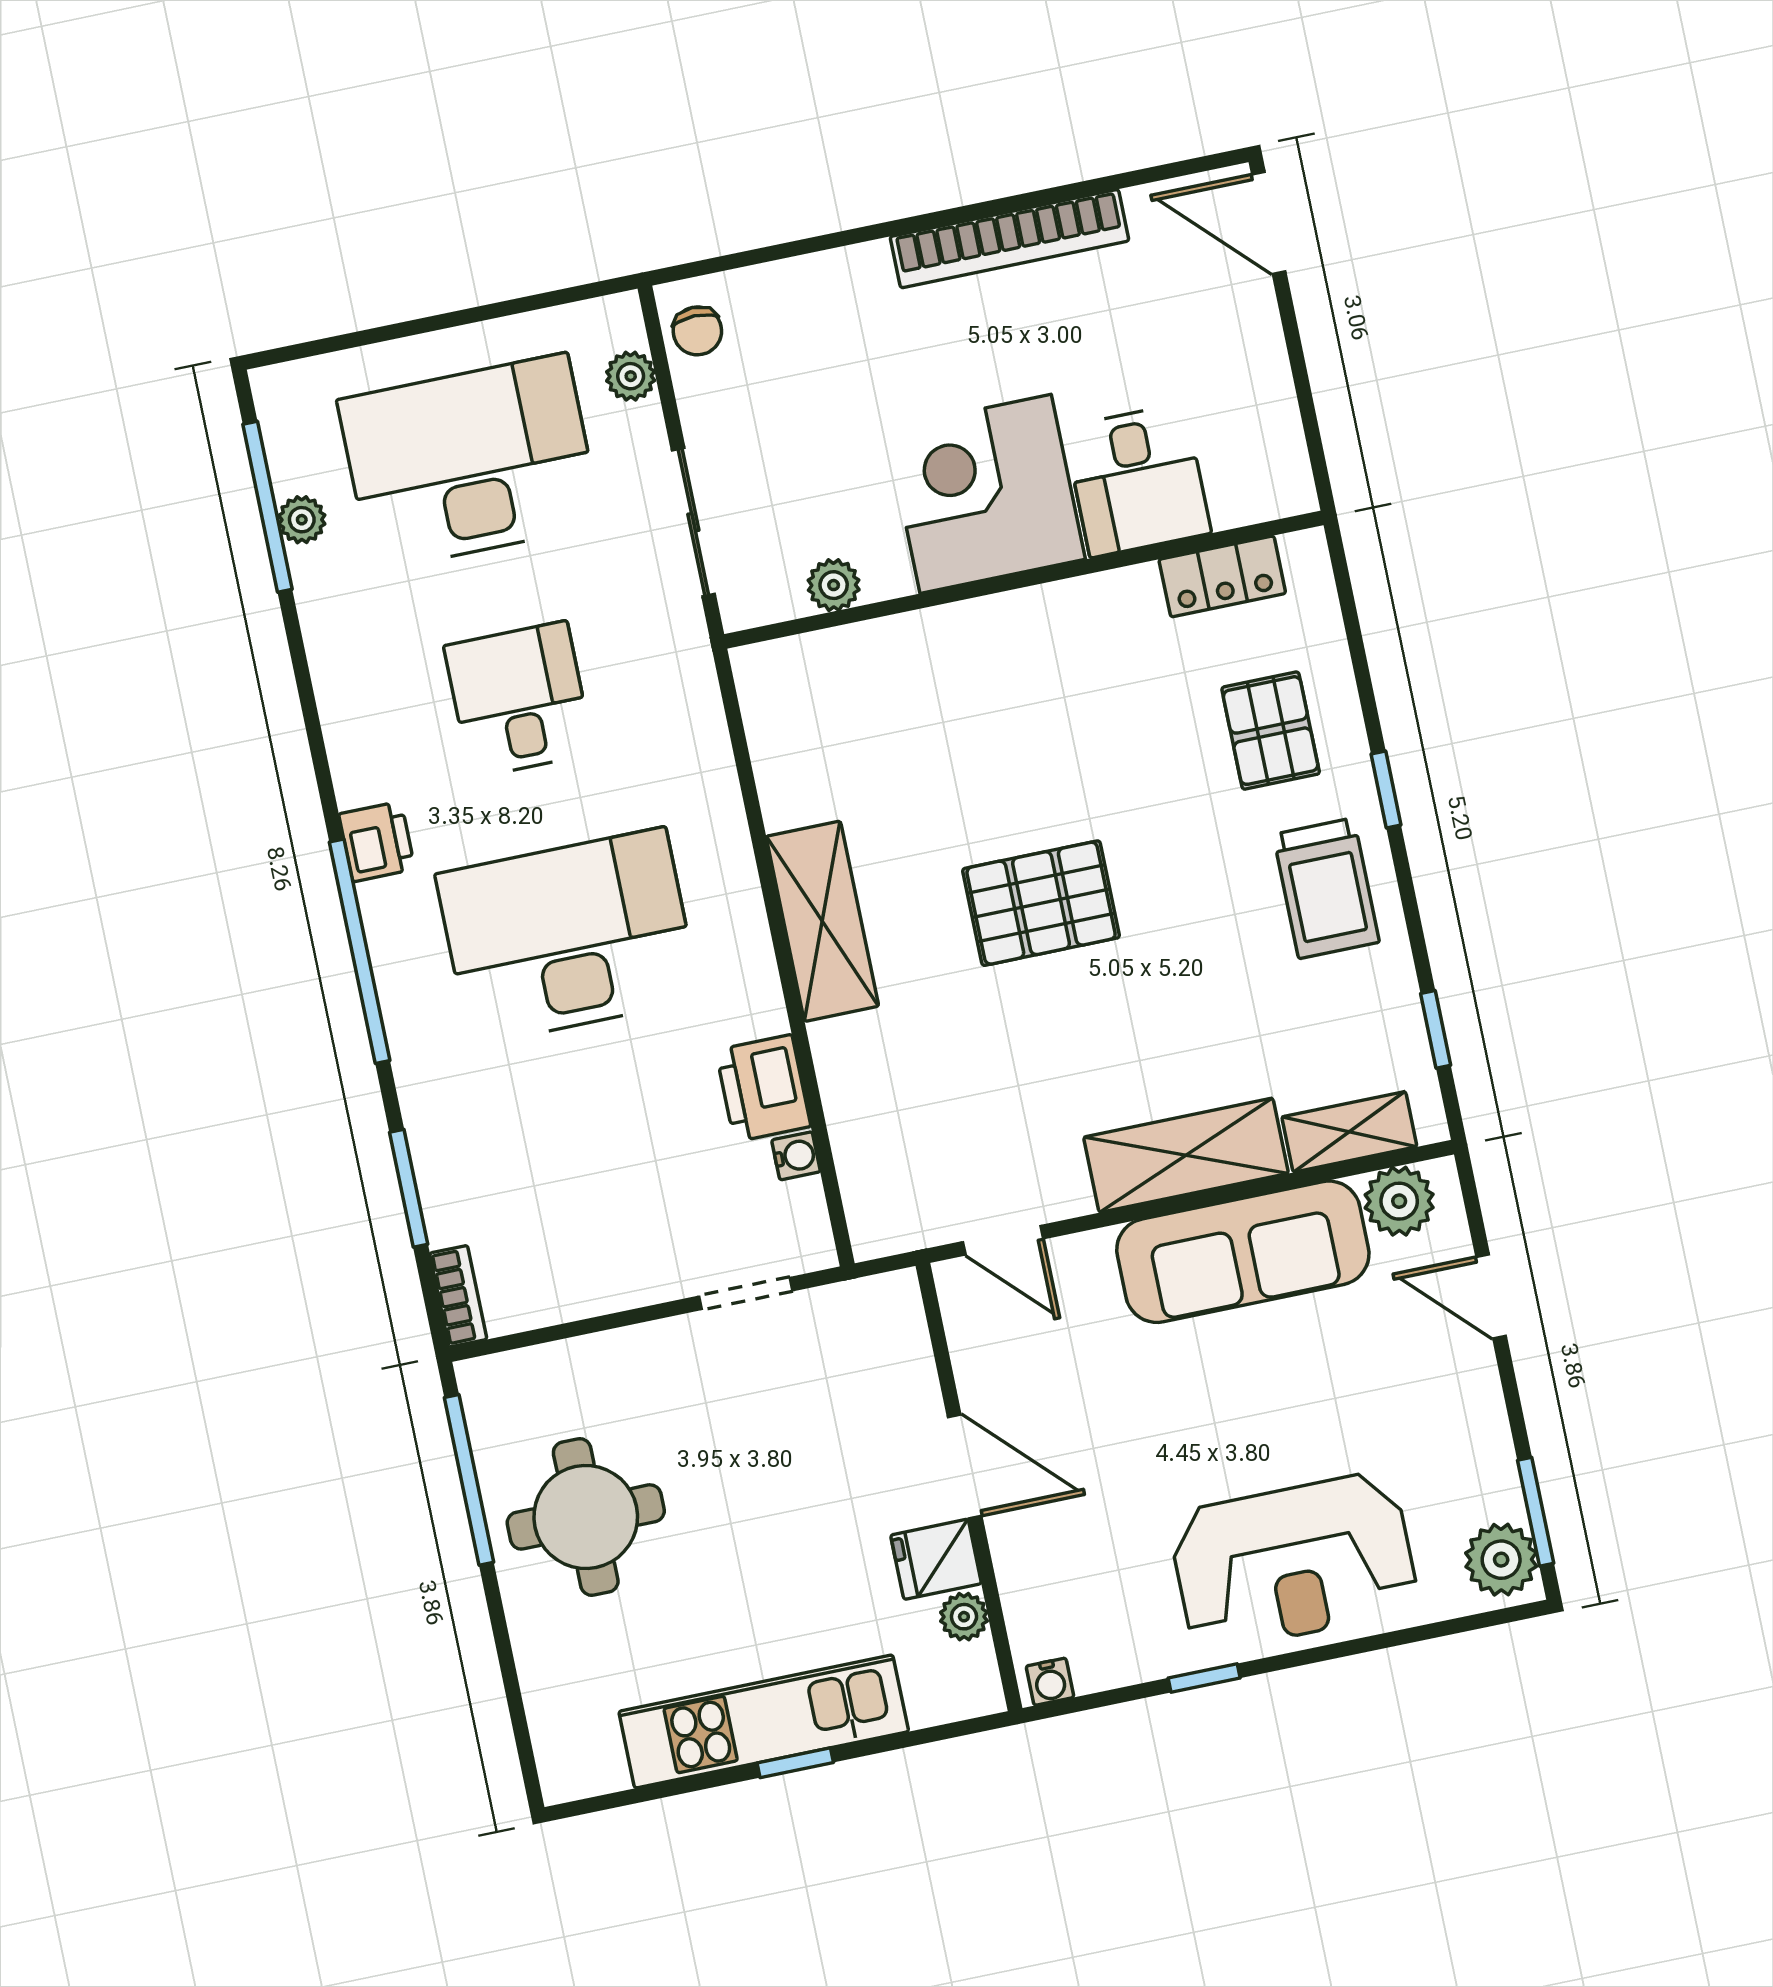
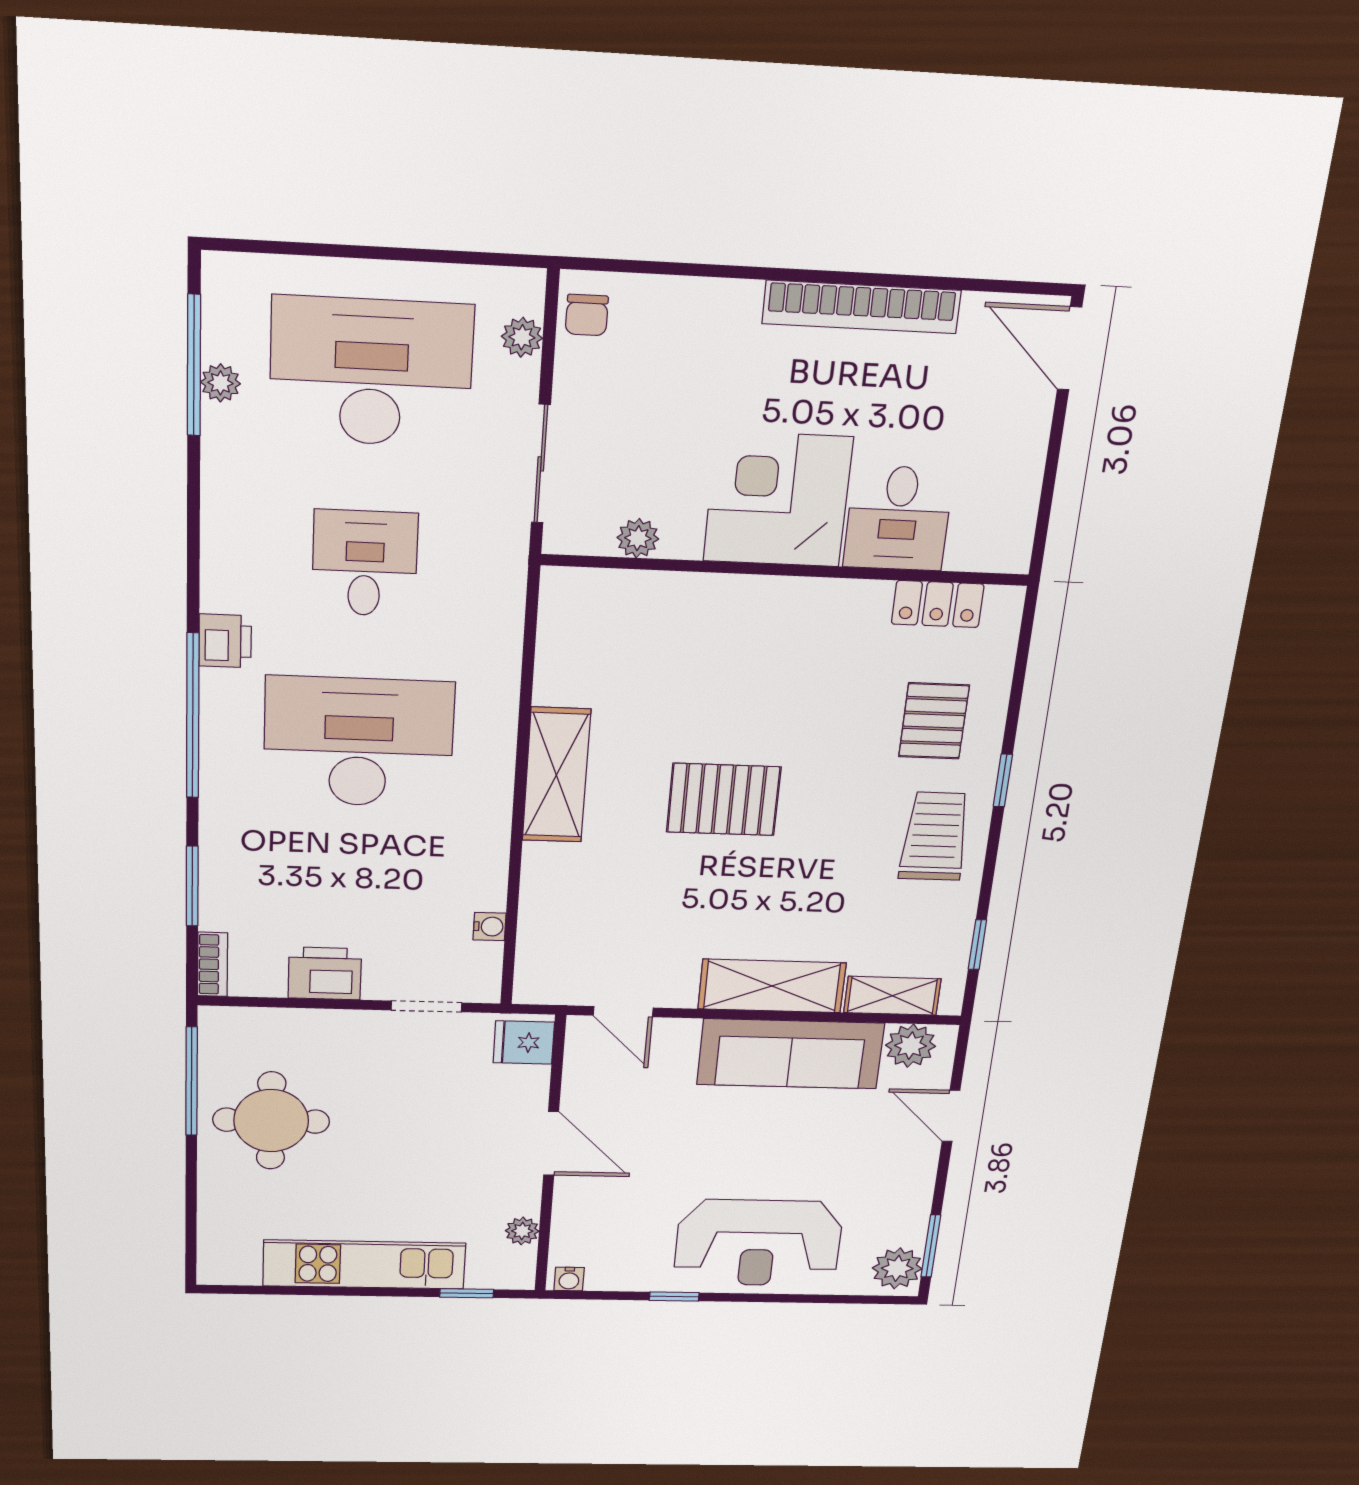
trolley: (1326, 888) -> (935, 836), turned 180
printer: (763, 1088) -> (325, 973), moved, turned 90
fridge: (936, 1559) -> (524, 1042), moved
window: (795, 1763) -> (467, 1293), moved

